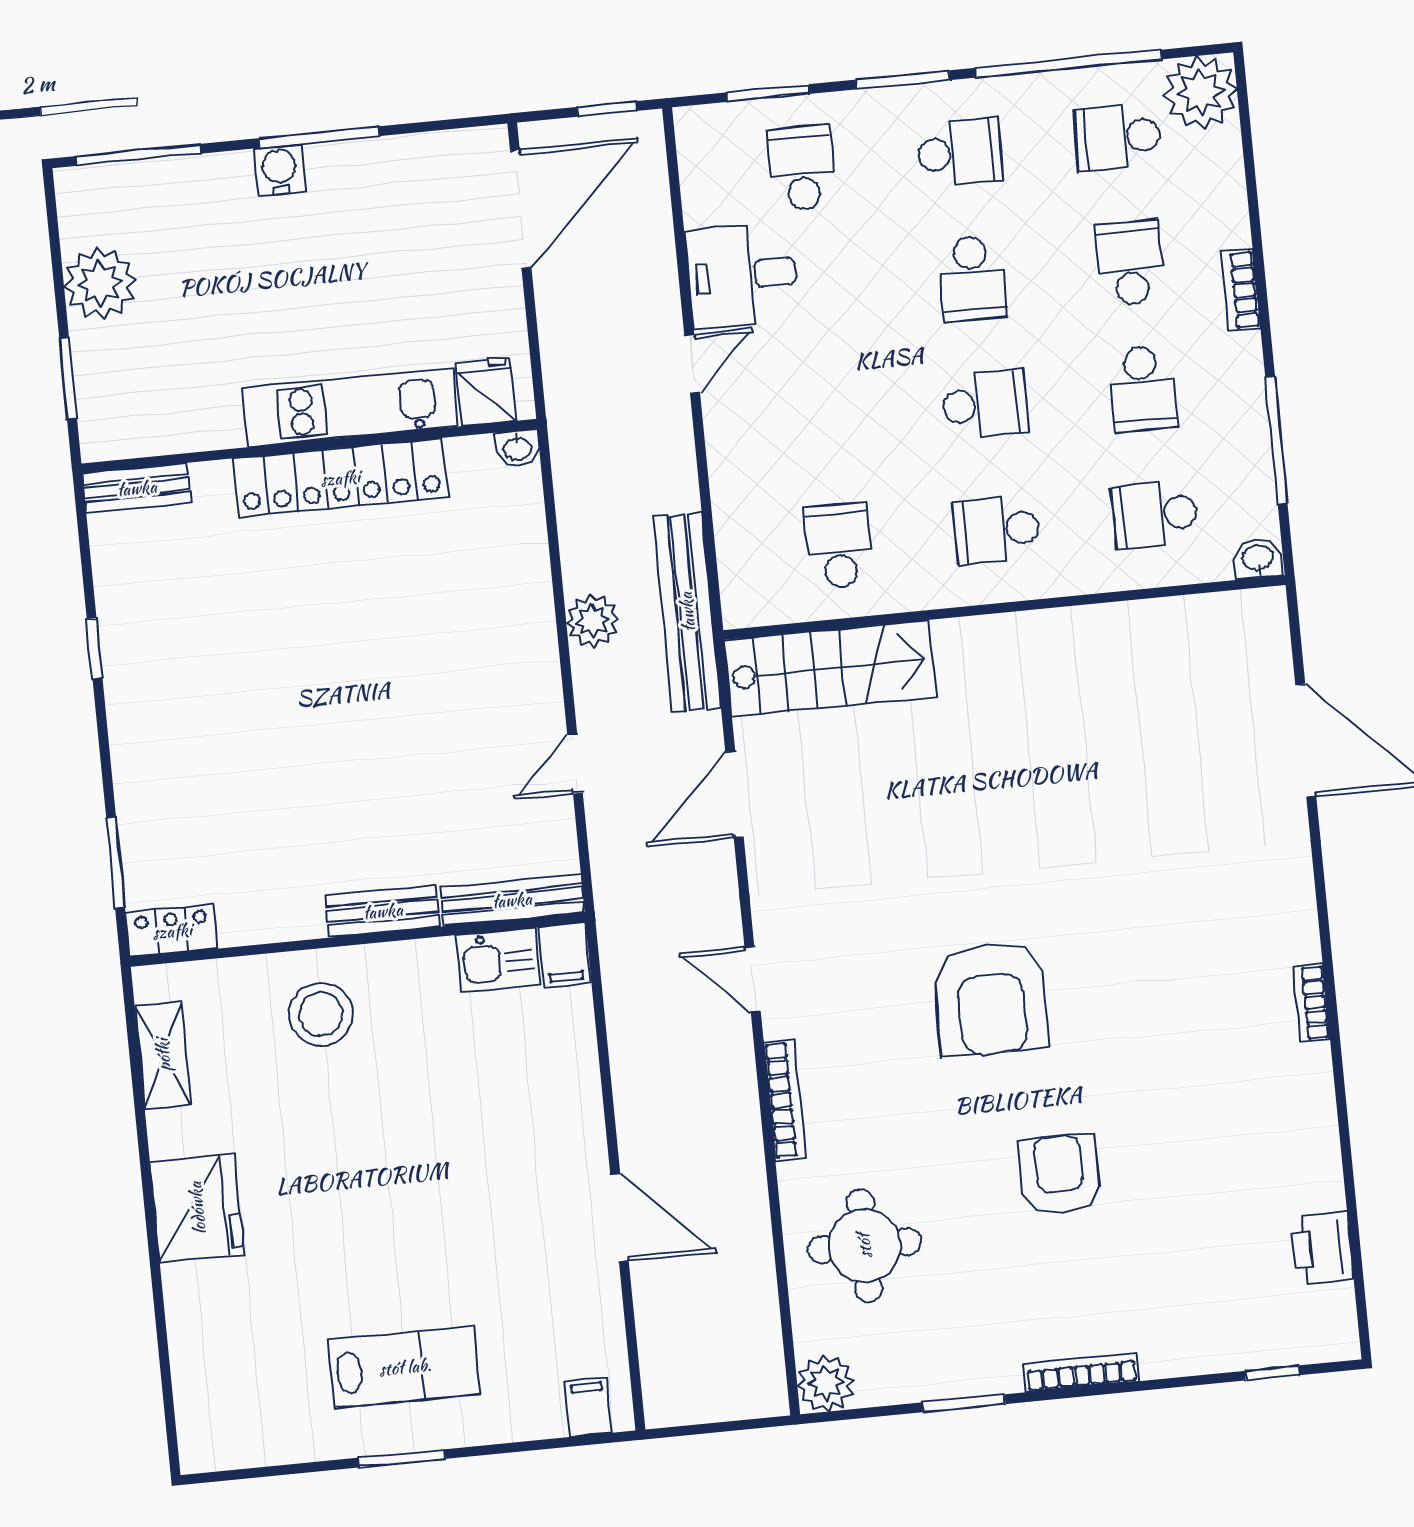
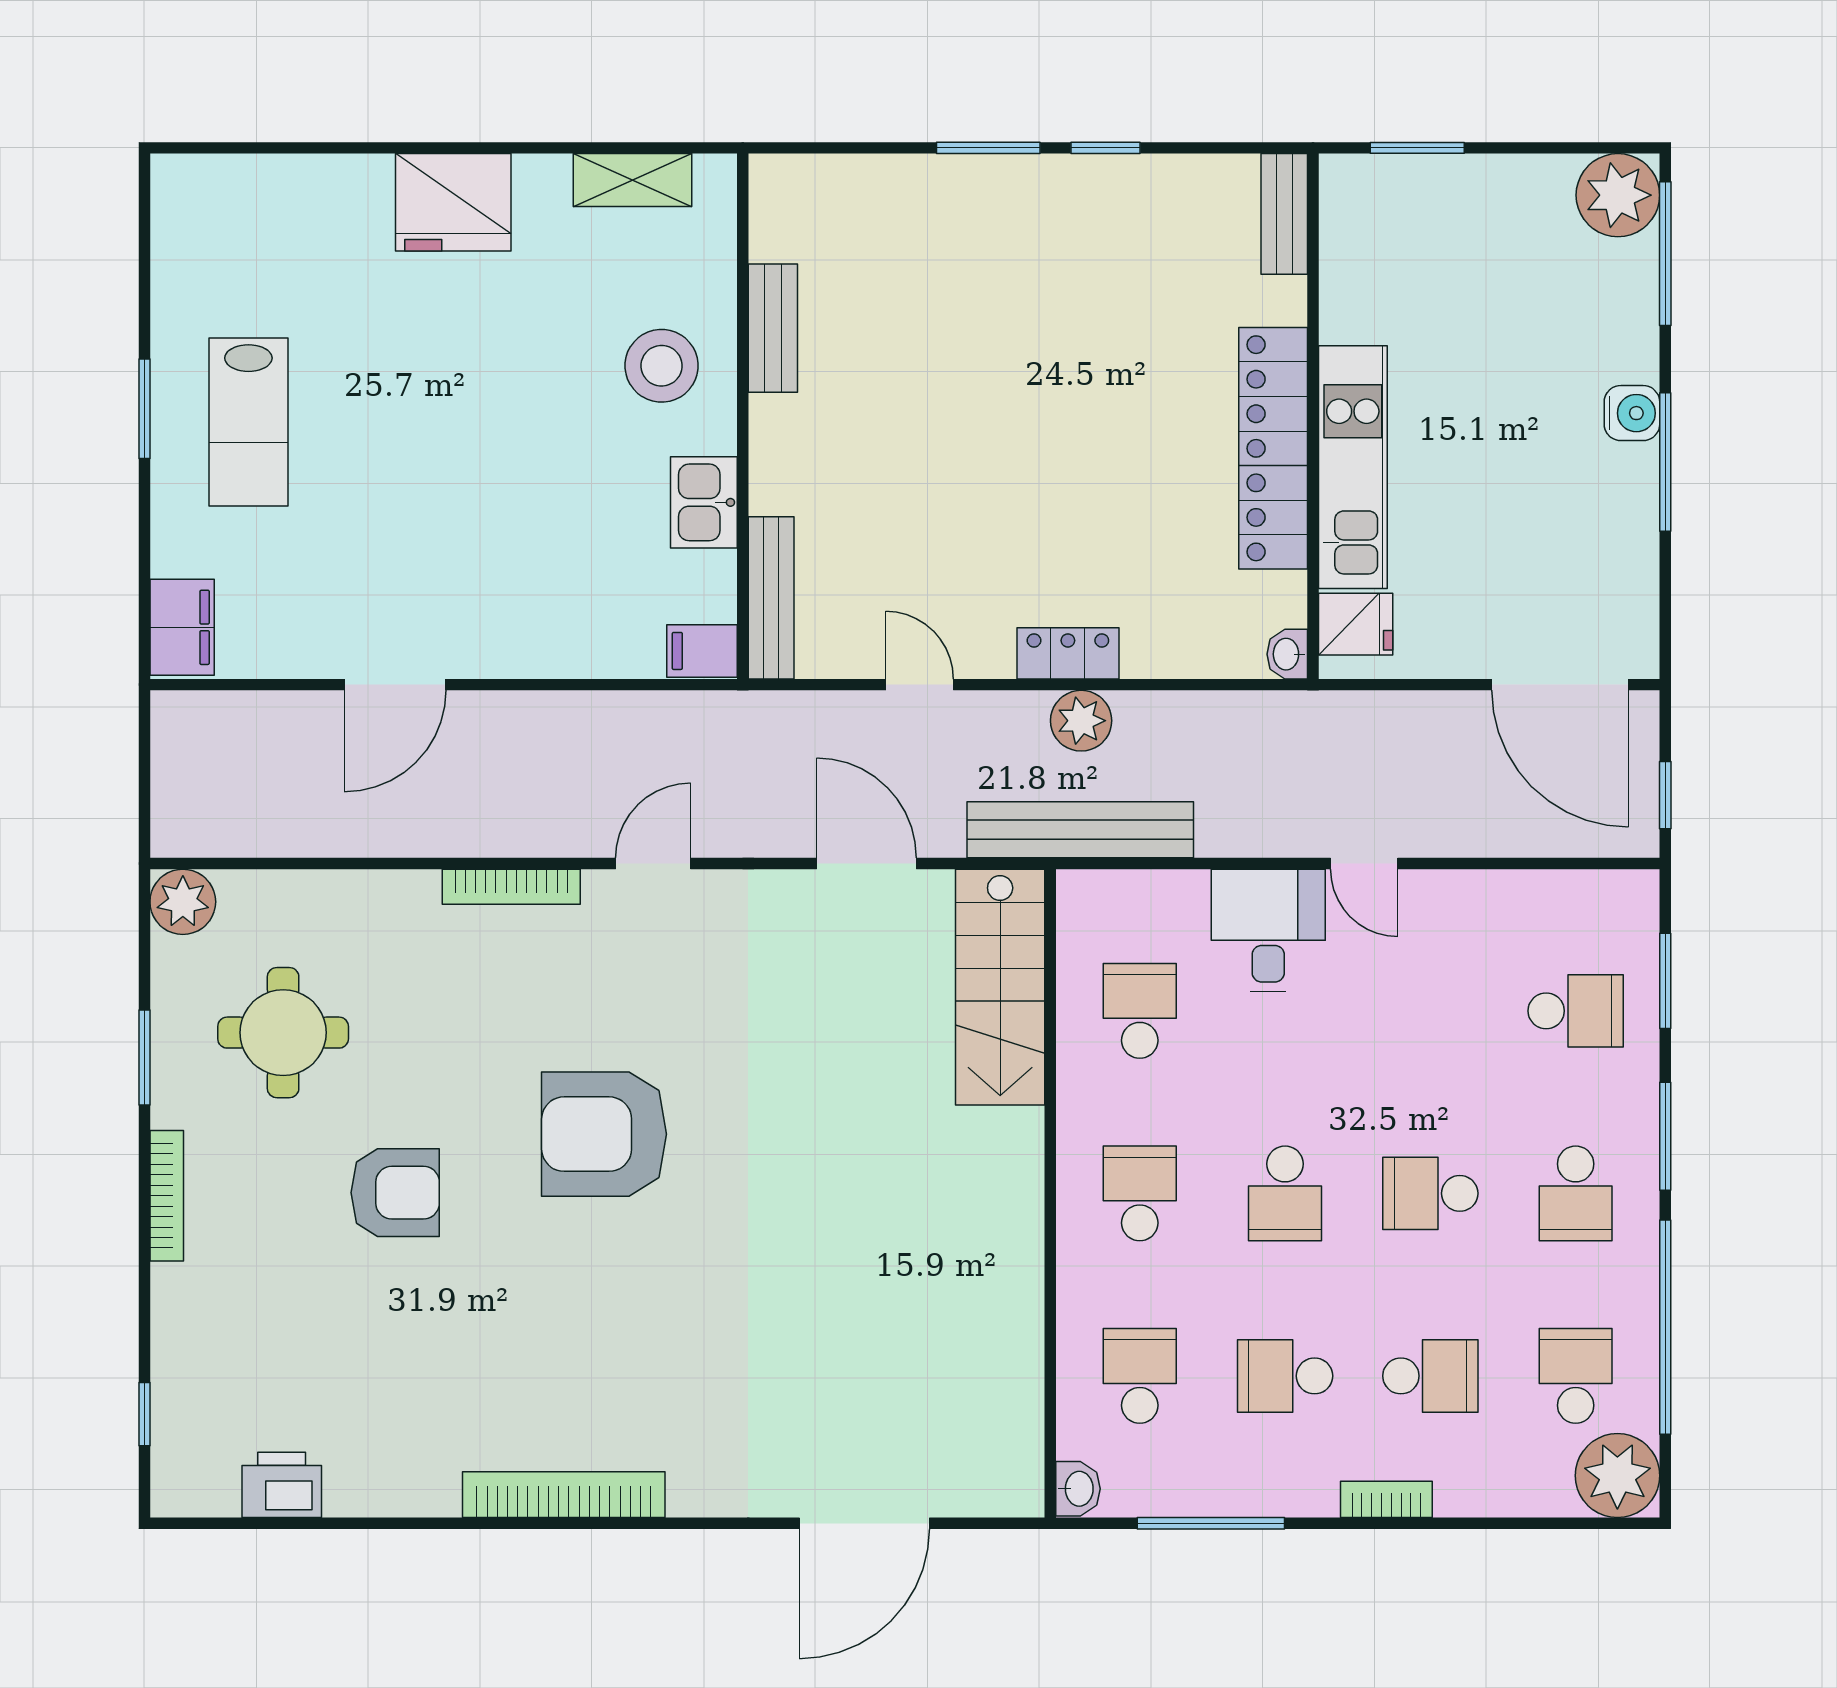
desk: (742, 275) -> (1268, 931), moved
plant: (100, 283) -> (1618, 195), moved
school desk: (839, 545) -> (1140, 1011), turned -90
window: (116, 862) -> (988, 148), moved
bench: (383, 911) -> (773, 328), moved
locker: (172, 931) -> (1068, 653), moved, turned -90
kitchen sink: (498, 960) -> (704, 502), moved
bookcase: (1311, 1003) -> (564, 1495), width x2.31, depth x1.31
round table: (864, 1246) -> (283, 1033), moved
filing cabinet: (588, 1407) -> (182, 627), width x2.00

